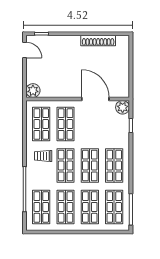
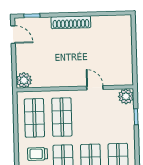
shoe rack: (98, 41) -> (71, 22), moved
door: (95, 99) -> (95, 88), width x0.53

